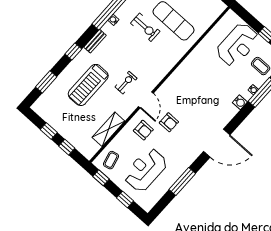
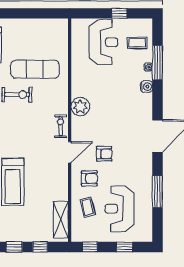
plant: (182, 75) -> (80, 107), added
exercise bike: (126, 83) -> (61, 126), moved
door: (146, 100) -> (70, 152), hinge flipped
shelving: (108, 129) -> (61, 220), moved
coffee table: (111, 160) -> (87, 207), moved

